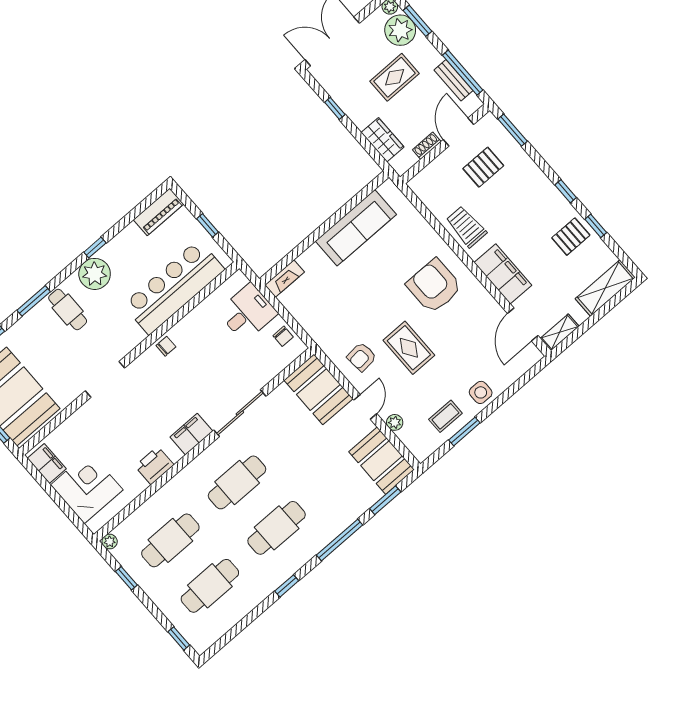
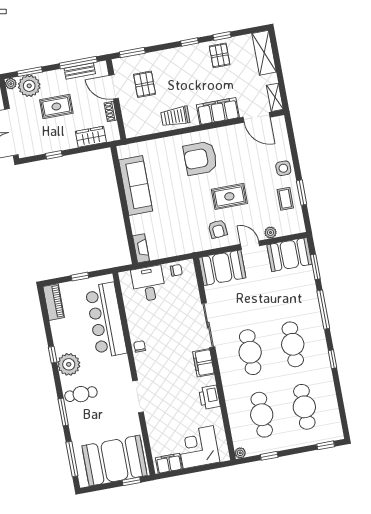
rug: (395, 77) -> (56, 107), turned 90

